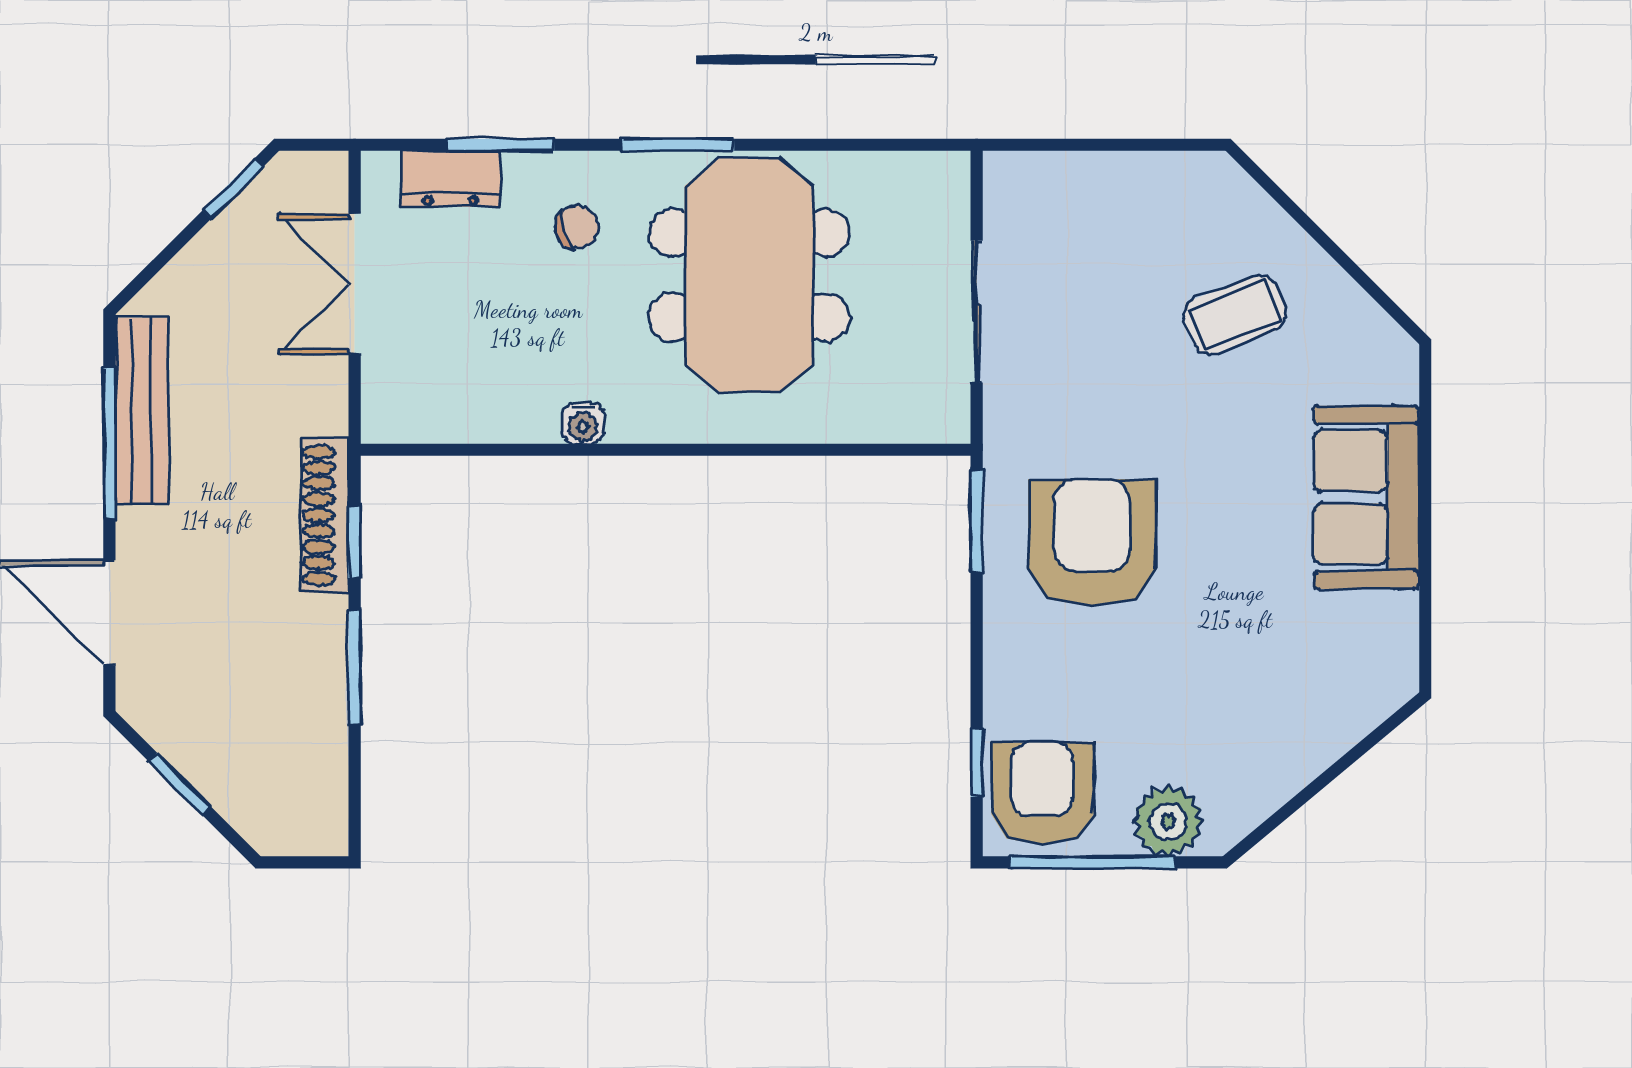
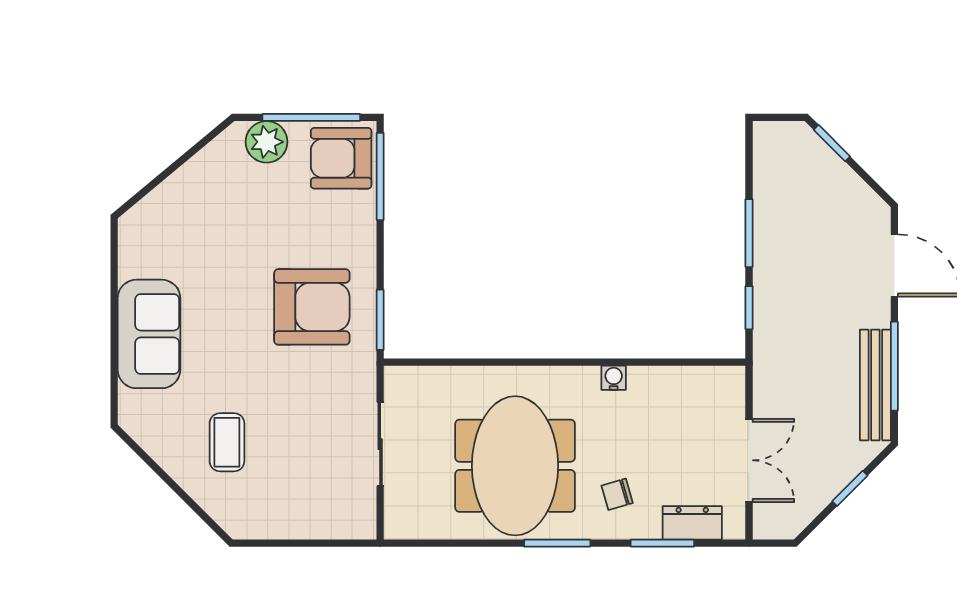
window: (233, 189) -> (850, 488), moved
coffee table: (1235, 315) -> (227, 442), turned -69
shoe rack: (325, 515) -> (767, 323), removed
armchair: (1092, 543) -> (312, 307), turned -90
window: (977, 763) -> (380, 176), width x2.17
window: (180, 784) -> (832, 143), moved
armchair: (1042, 794) -> (341, 158), turned 90

